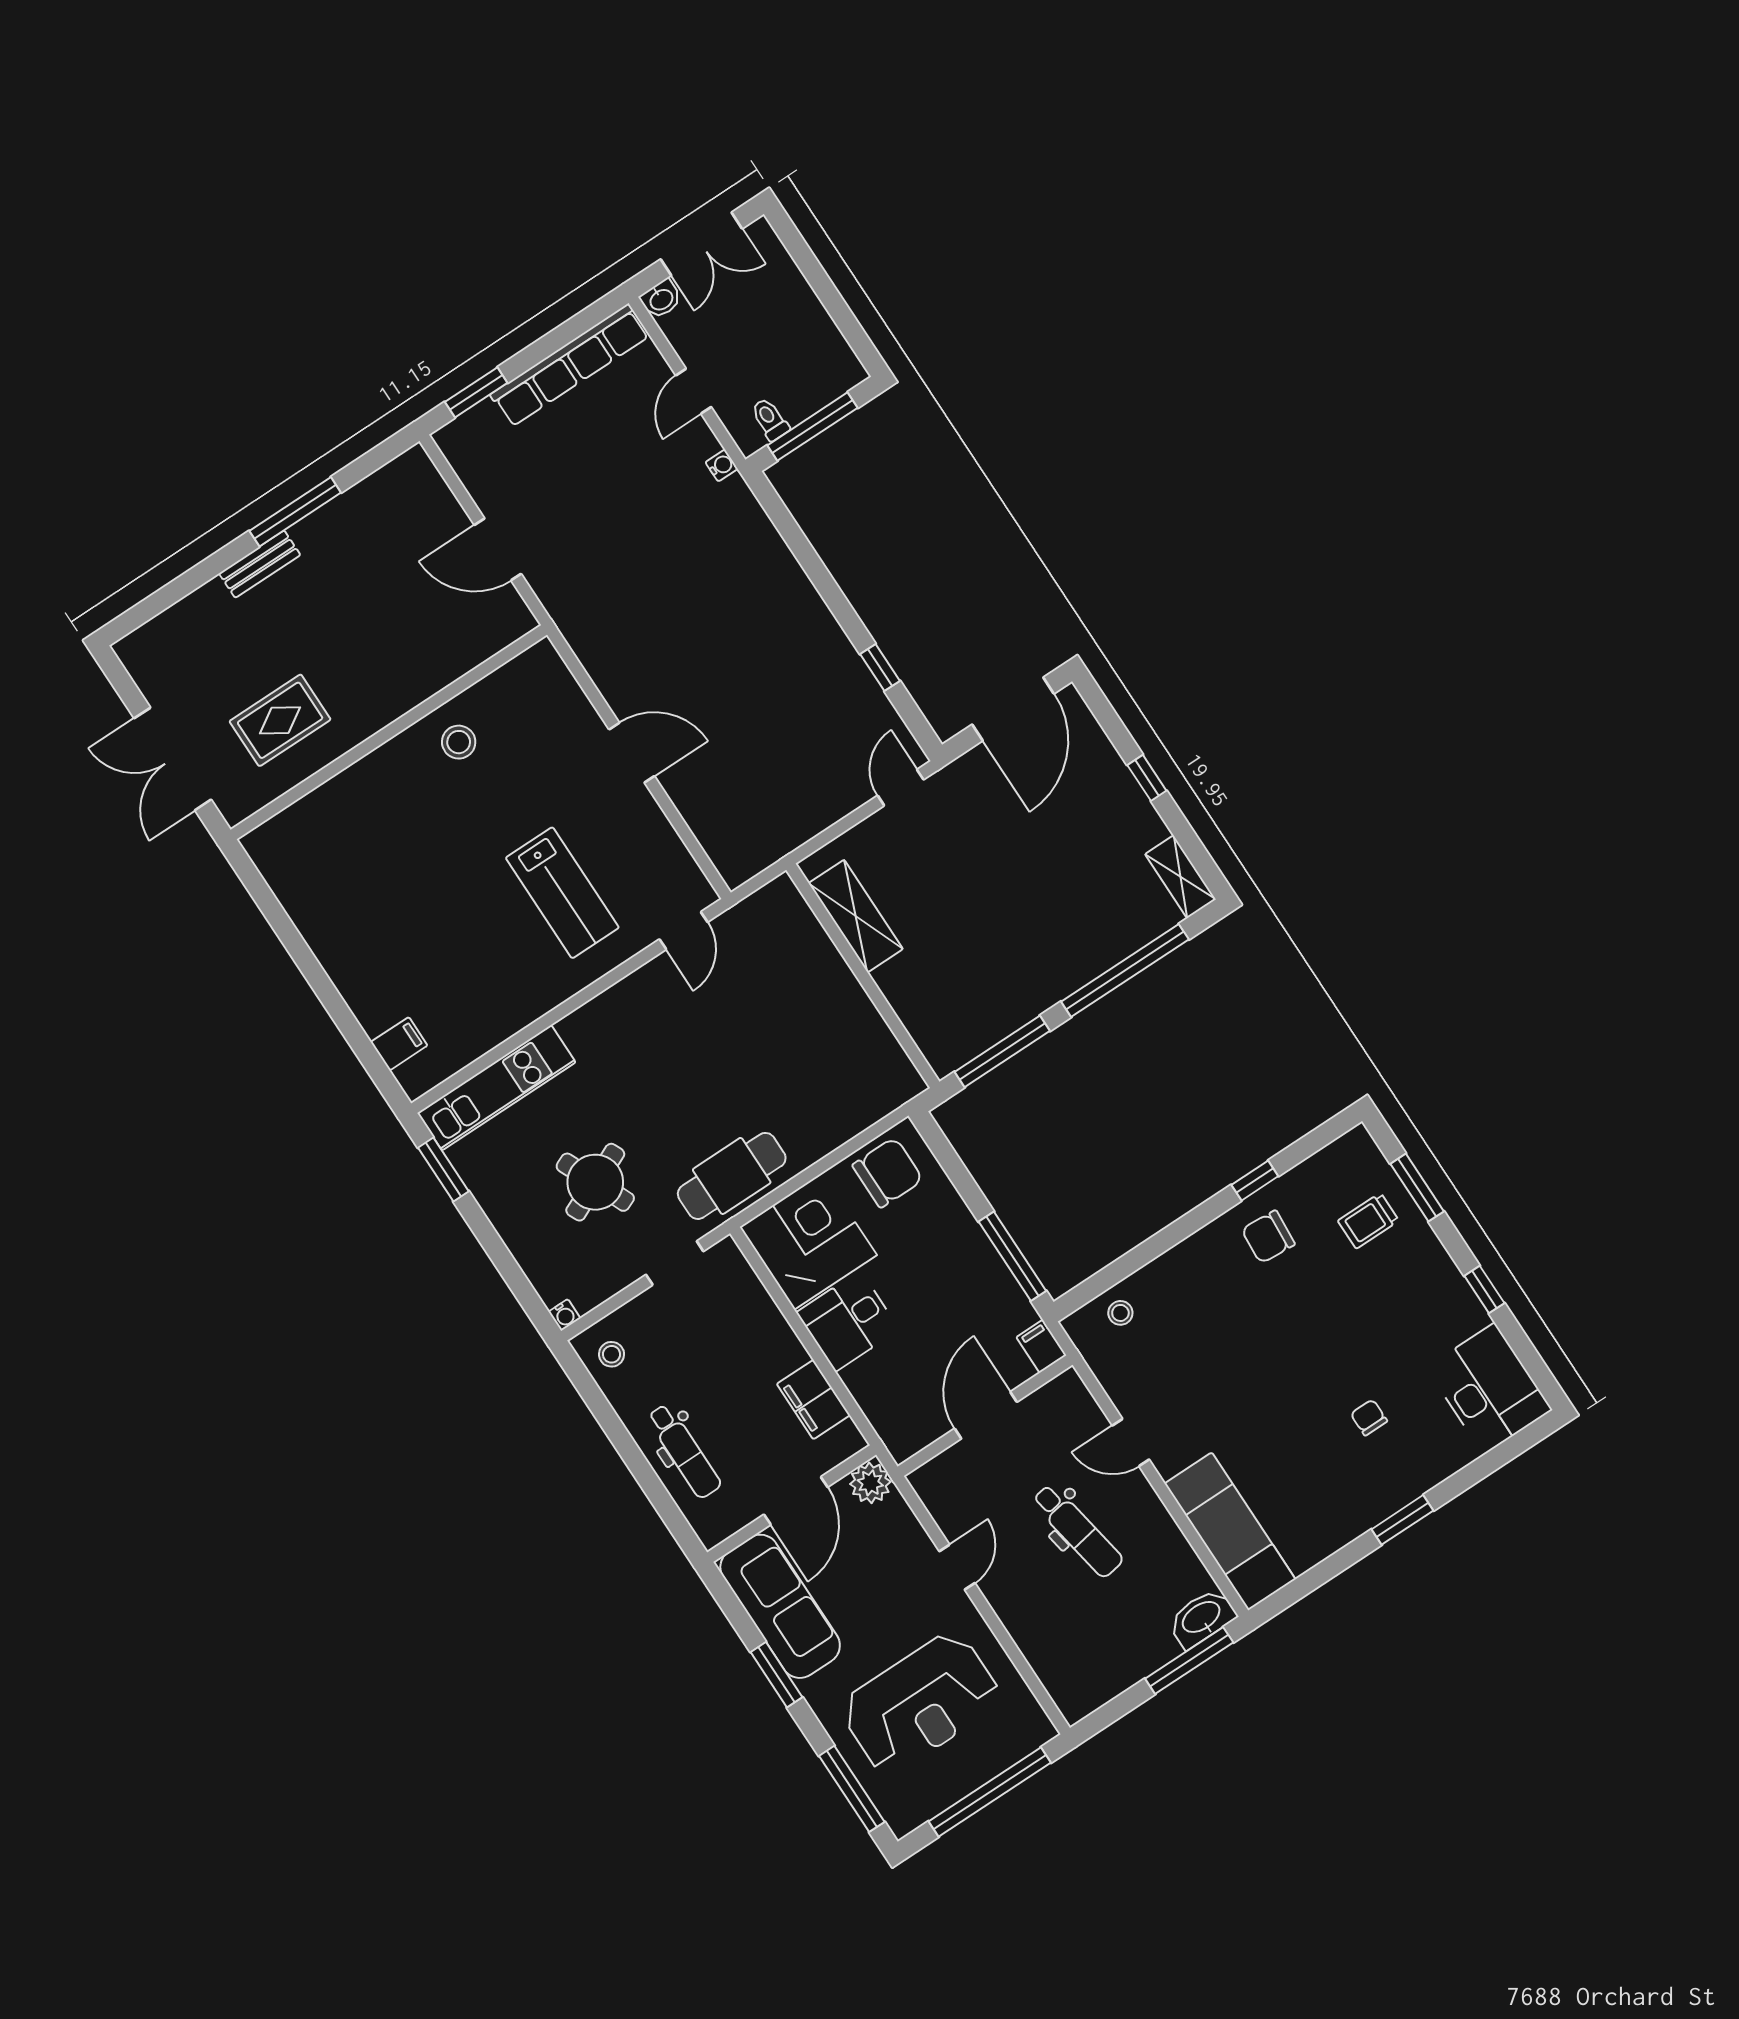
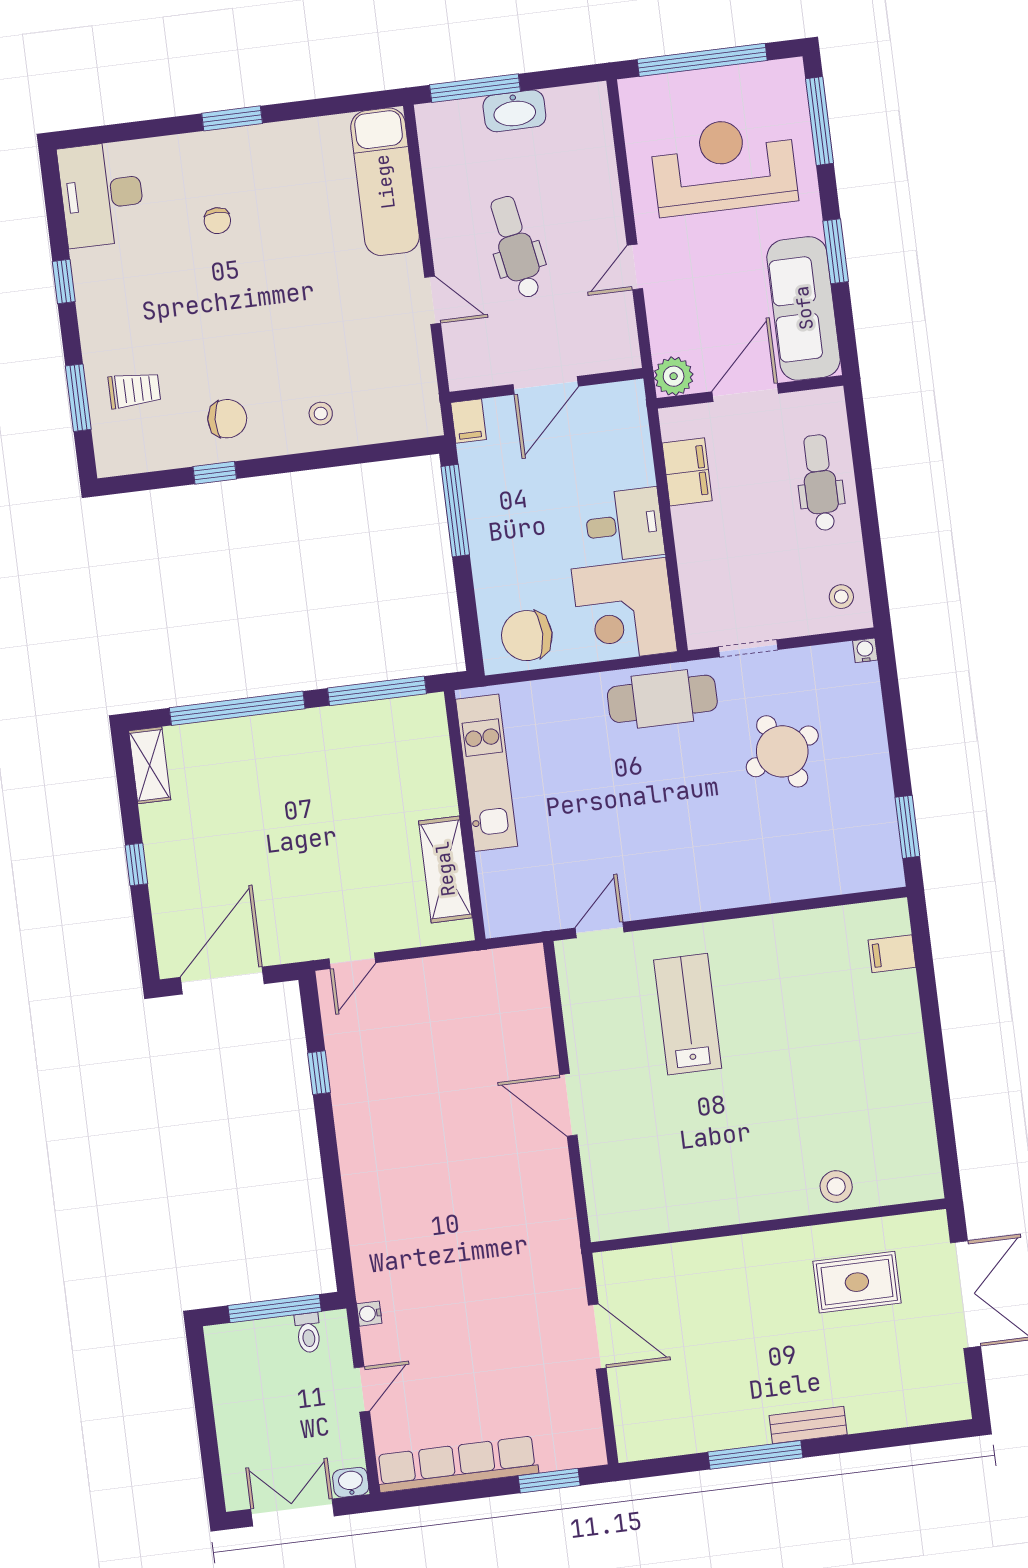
stool: (459, 742) -> (836, 1186), moved
kitchen unit: (496, 1088) -> (487, 773), moved, turned 90
stool: (1120, 1313) -> (321, 414), moved
washbasin: (1202, 1618) -> (514, 111), moved

